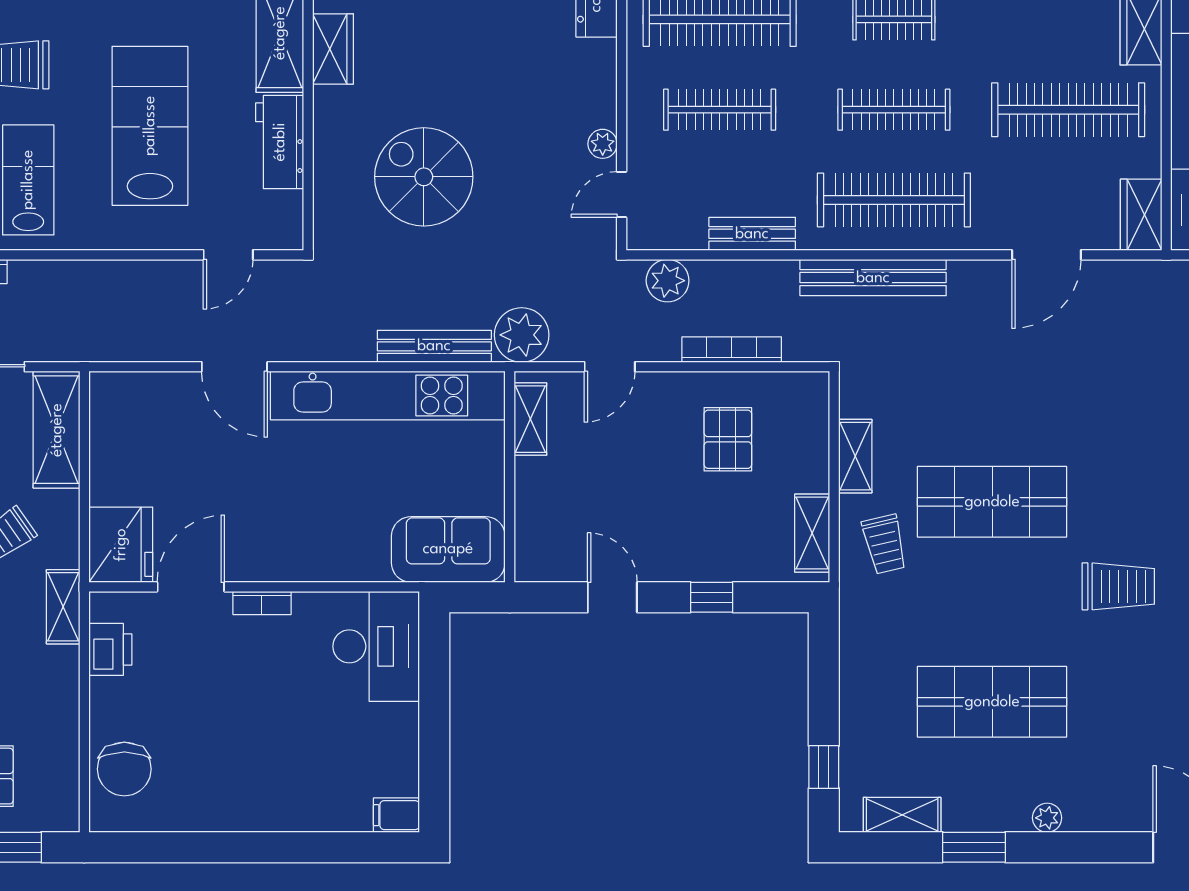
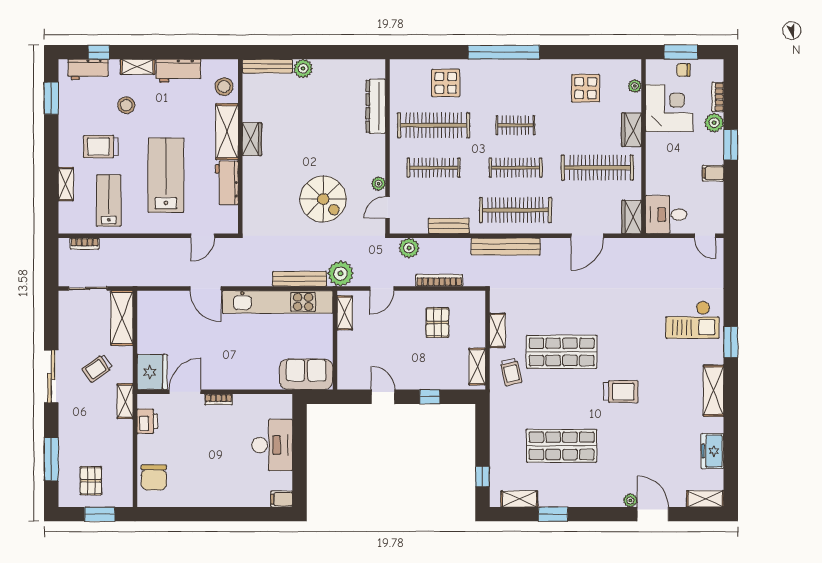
spiral stairs: (424, 177) -> (323, 199), moved, turned 180
desk: (376, 646) -> (272, 445), moved
plant: (1047, 818) -> (630, 500), moved

